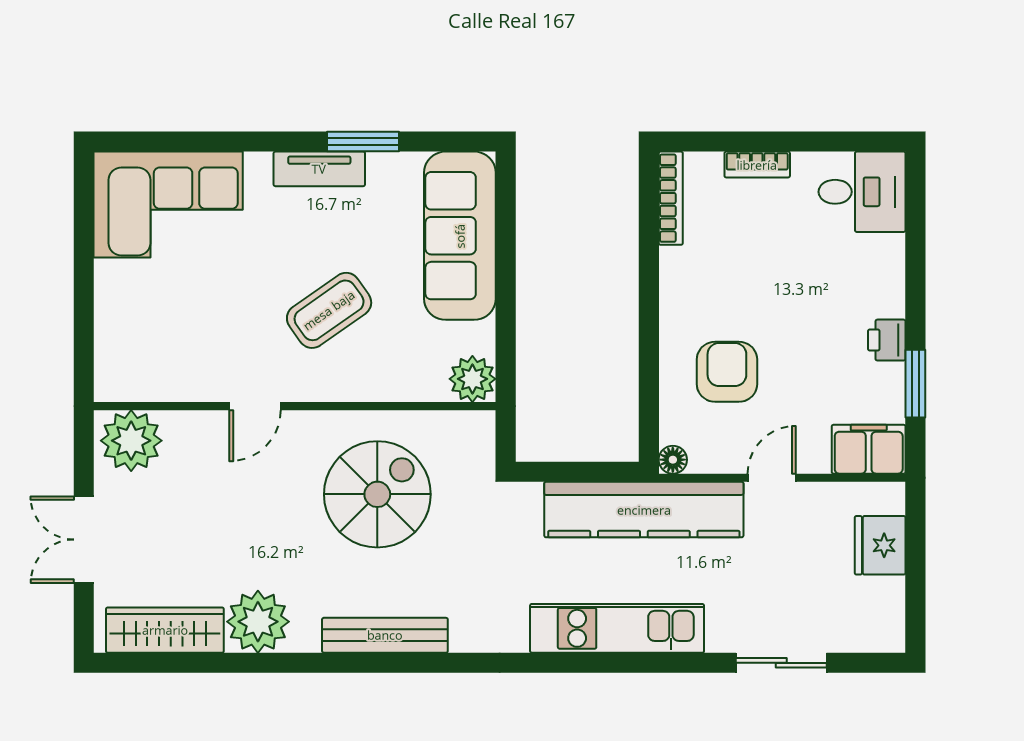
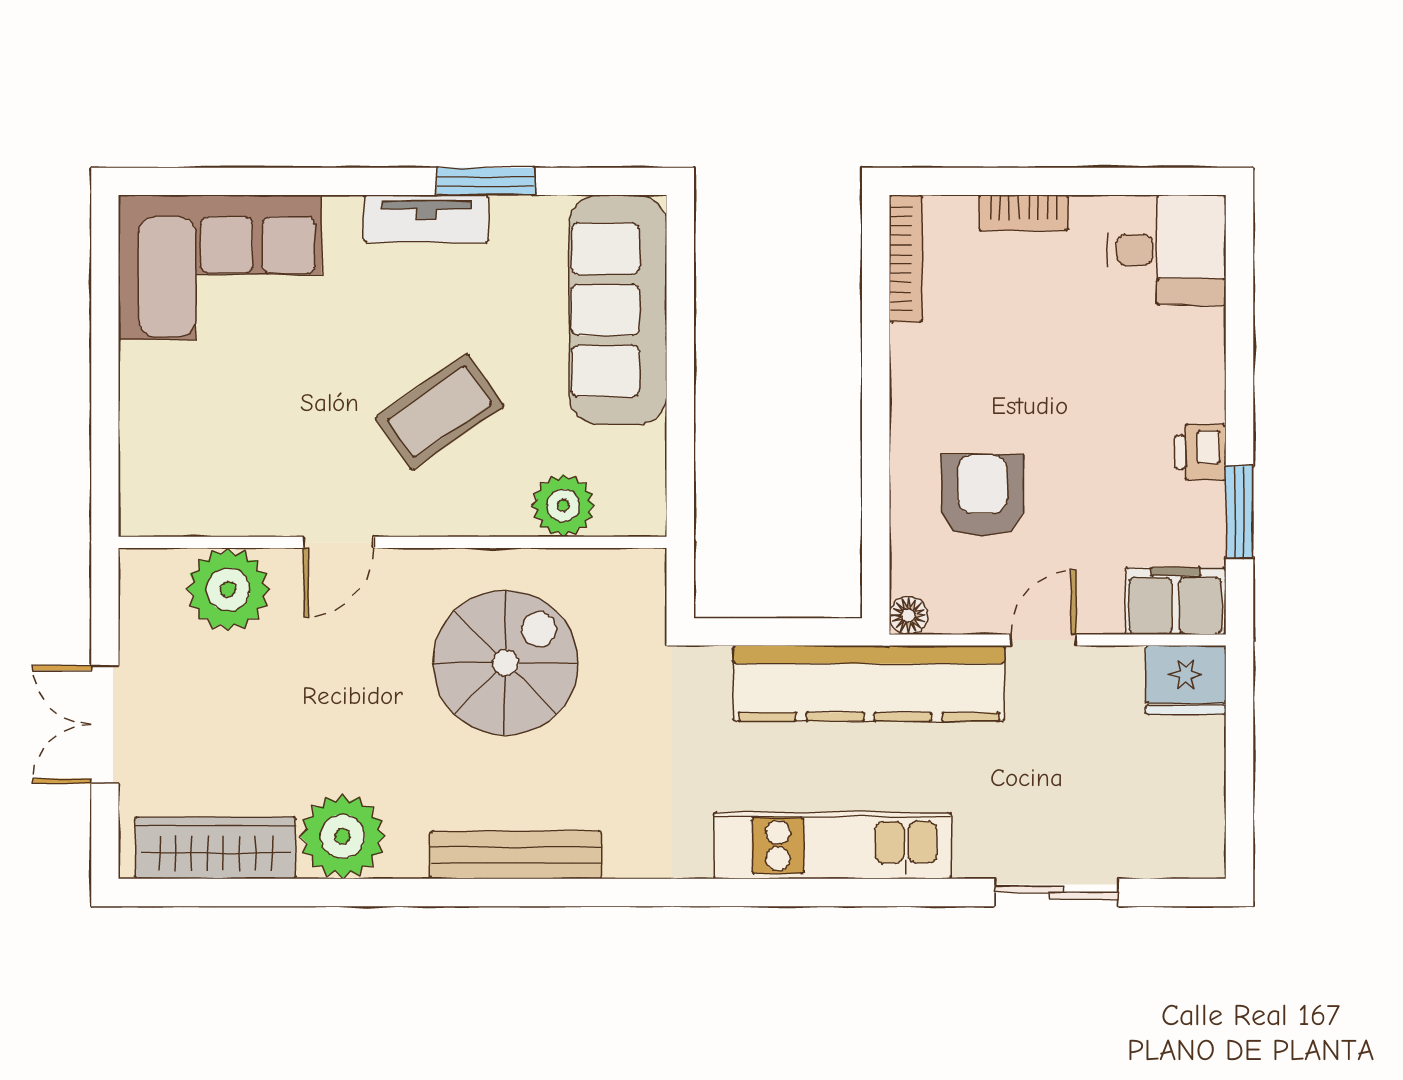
plant: (472, 379) -> (563, 505), moved
plant: (131, 441) -> (228, 589), moved
fridge: (880, 545) -> (1186, 680), moved, turned -90

